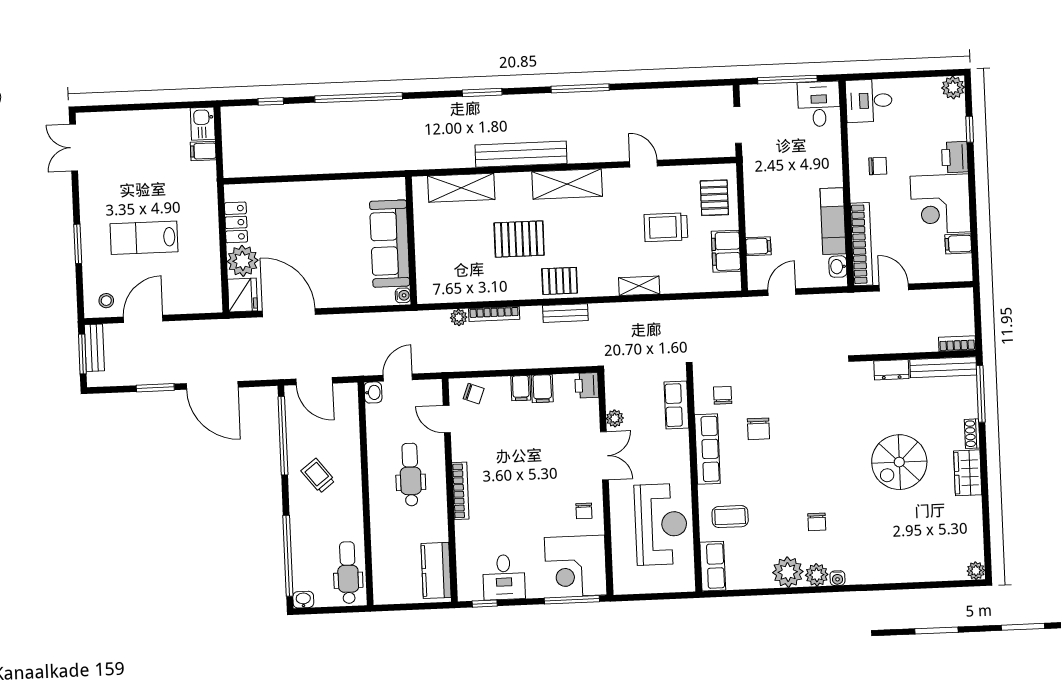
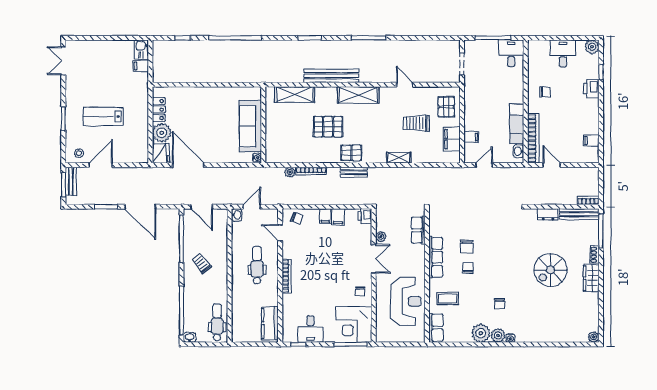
desk: (869, 101) -> (563, 54), moved, turned 90
corner desk: (940, 204) -> (582, 116), removed
chair: (723, 395) -> (468, 268), moved

